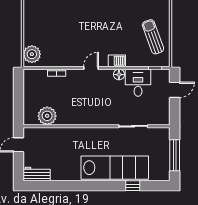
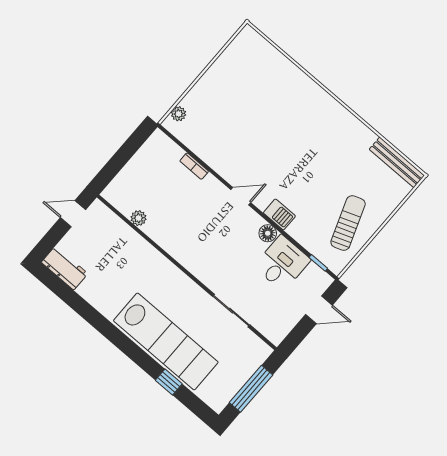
plant: (32, 54) -> (179, 114), width x0.53, depth x0.53
plant: (47, 116) -> (139, 218), width x0.53, depth x0.53

